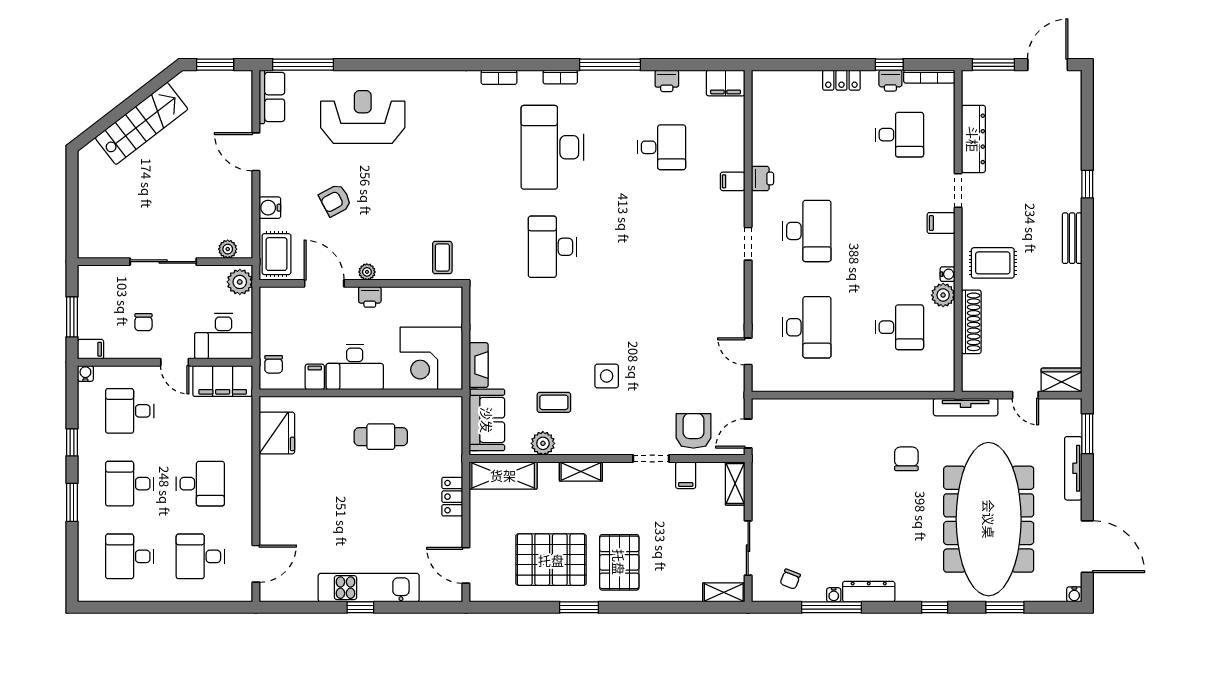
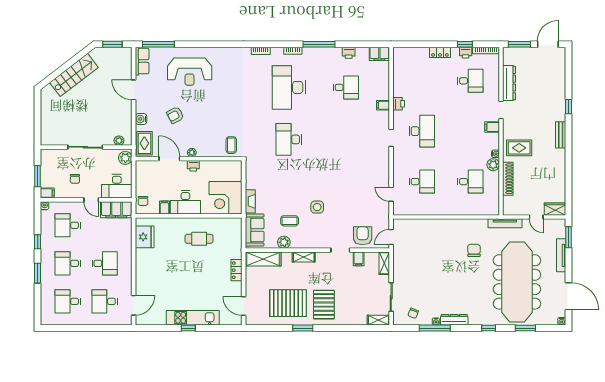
reception desk: (363, 117) -> (190, 72), turned 180
desk: (807, 327) -> (422, 182), width x0.73

